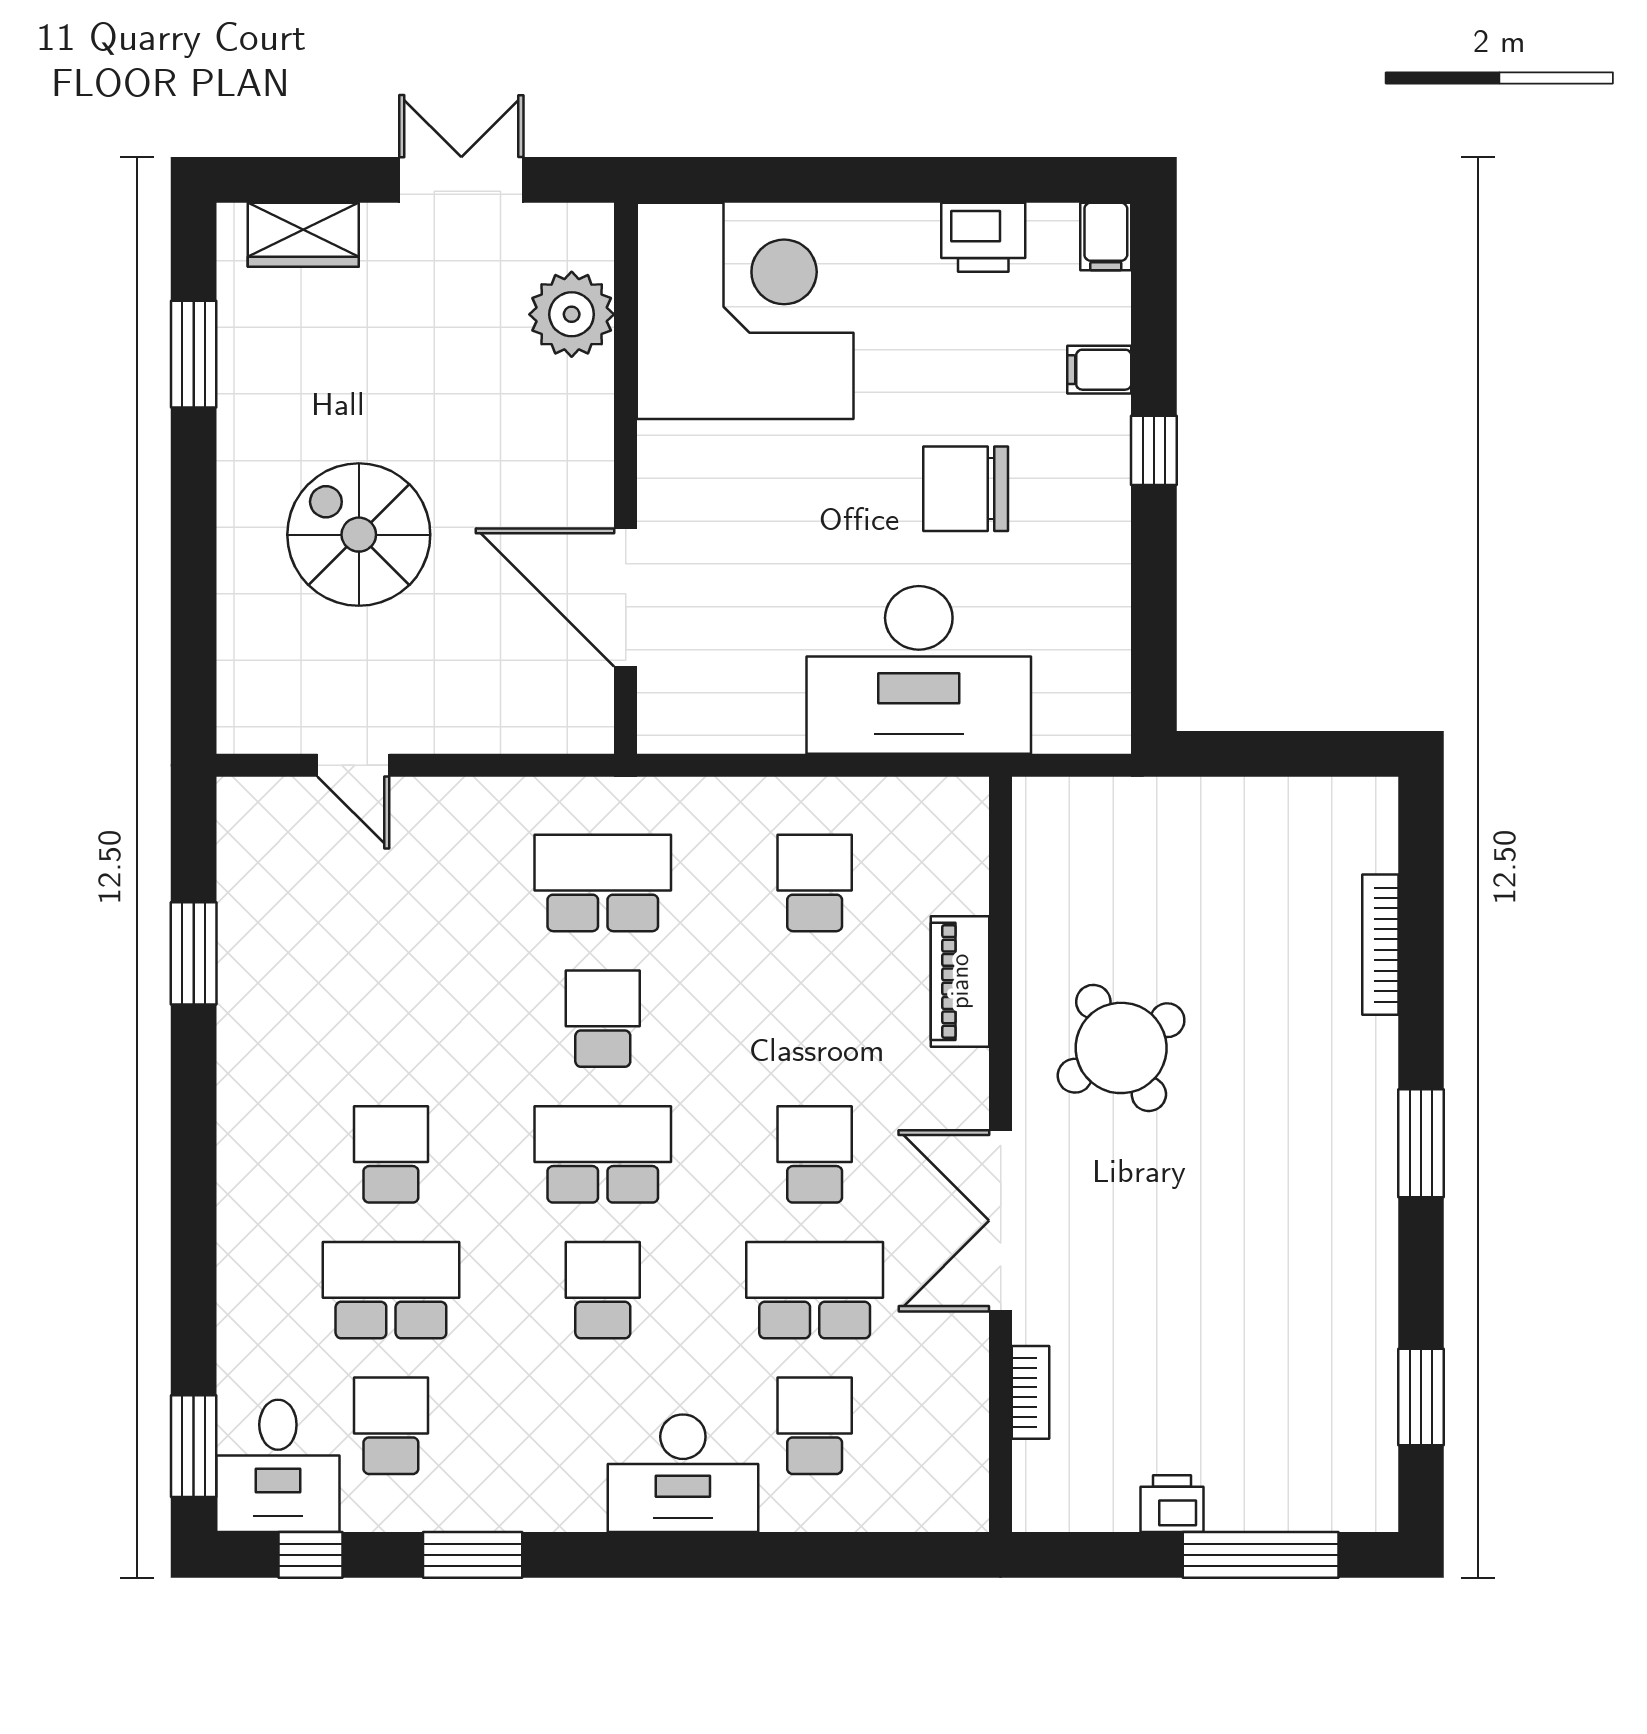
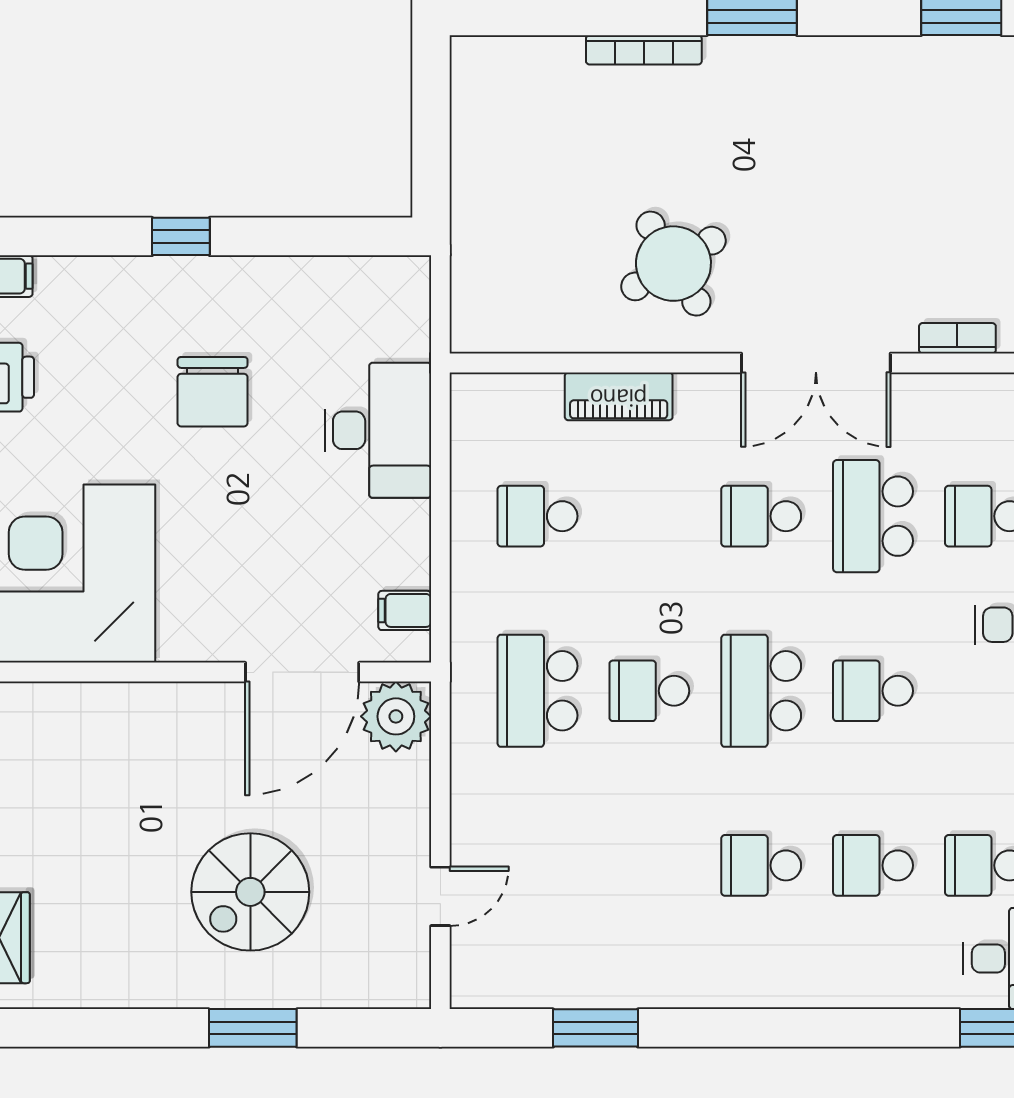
plant: (572, 314) -> (396, 716), moved
window: (194, 354) -> (253, 1028), moved
filing cabinet: (1099, 370) -> (405, 610), moved, turned 90
desk: (919, 670) -> (378, 430), width x0.73, depth x0.77
bookcase: (1380, 945) -> (644, 50), moved
school desk: (391, 1290) -> (873, 865), width x0.54

